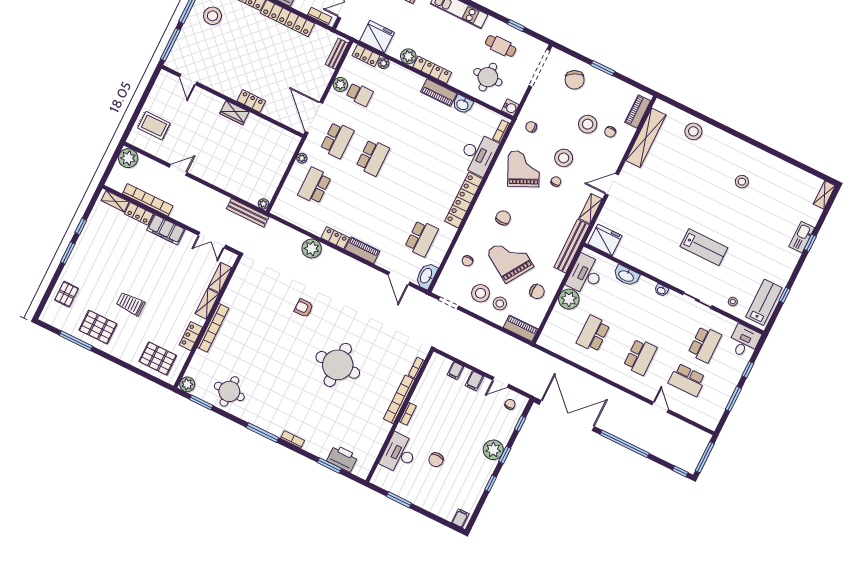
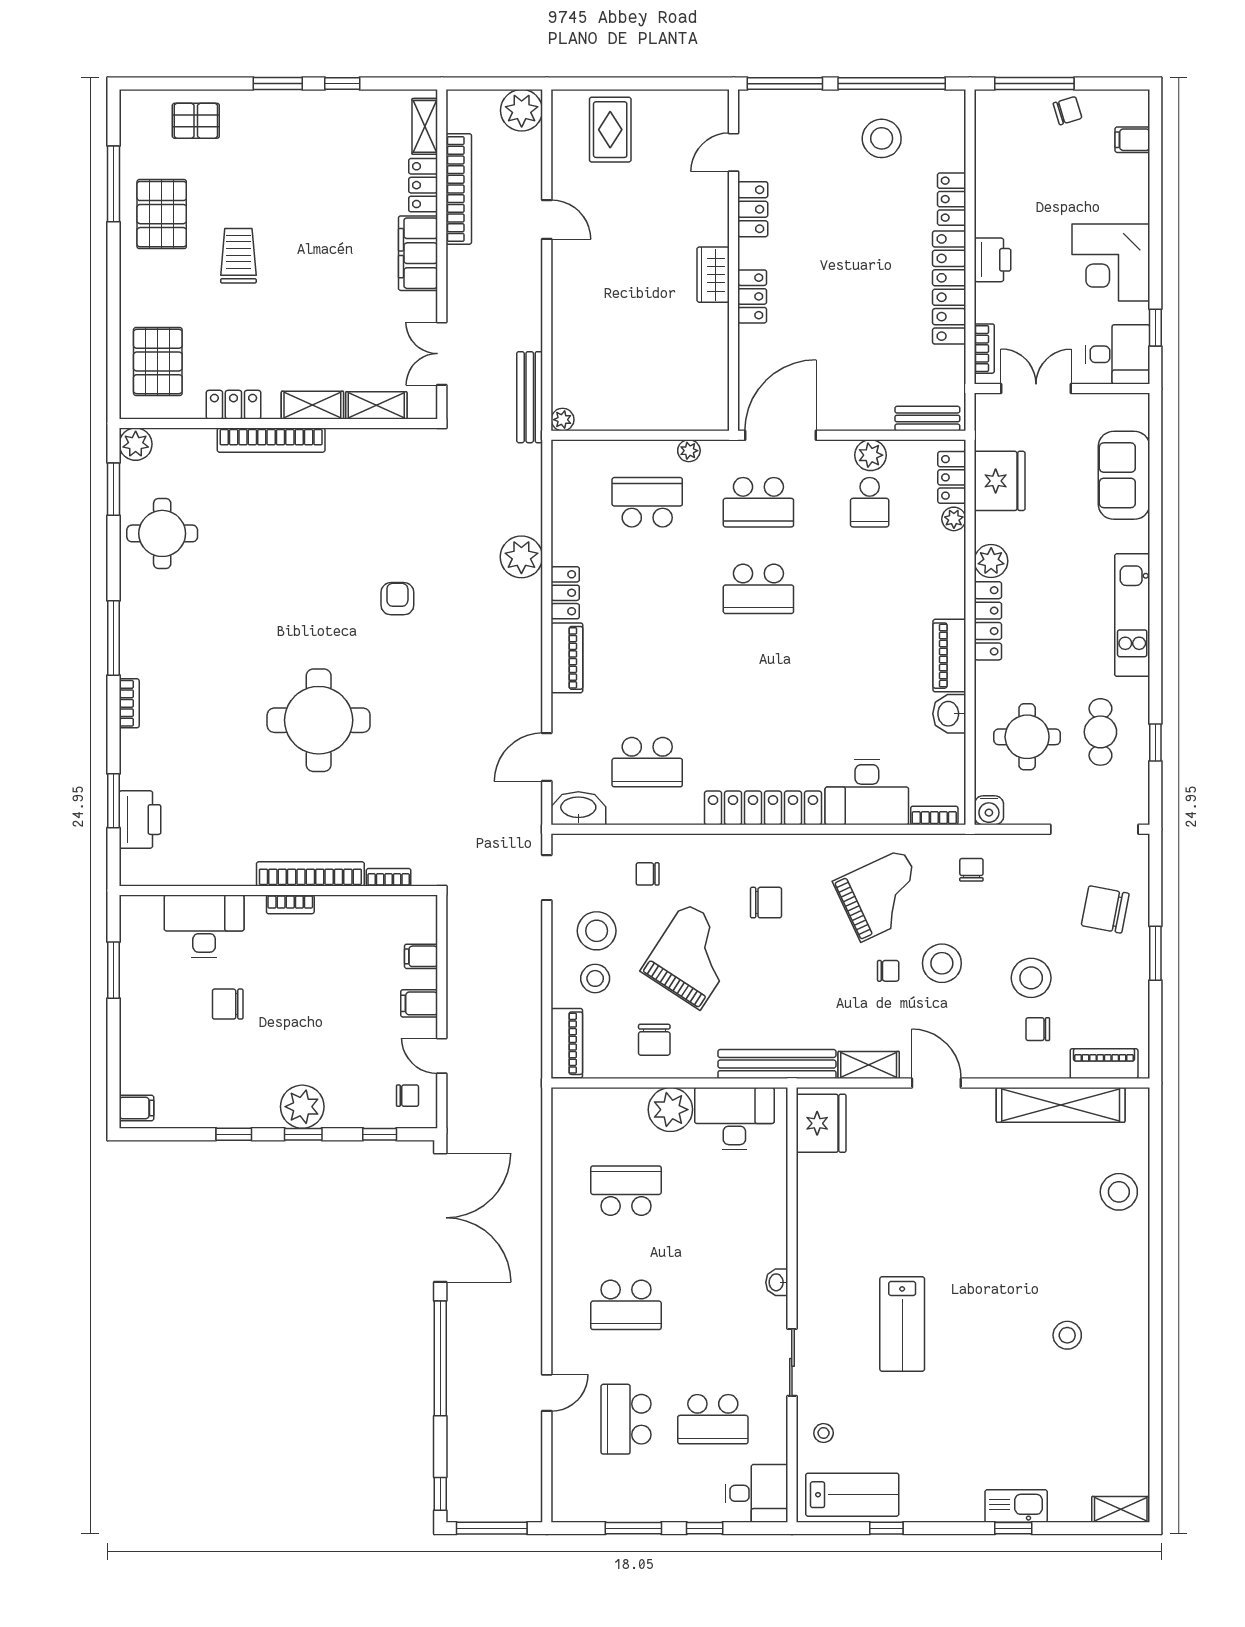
chair: (575, 80) -> (1105, 909), turned 38
locker: (216, 83) -> (753, 209), added
washbasin: (626, 276) -> (771, 1199), removed

